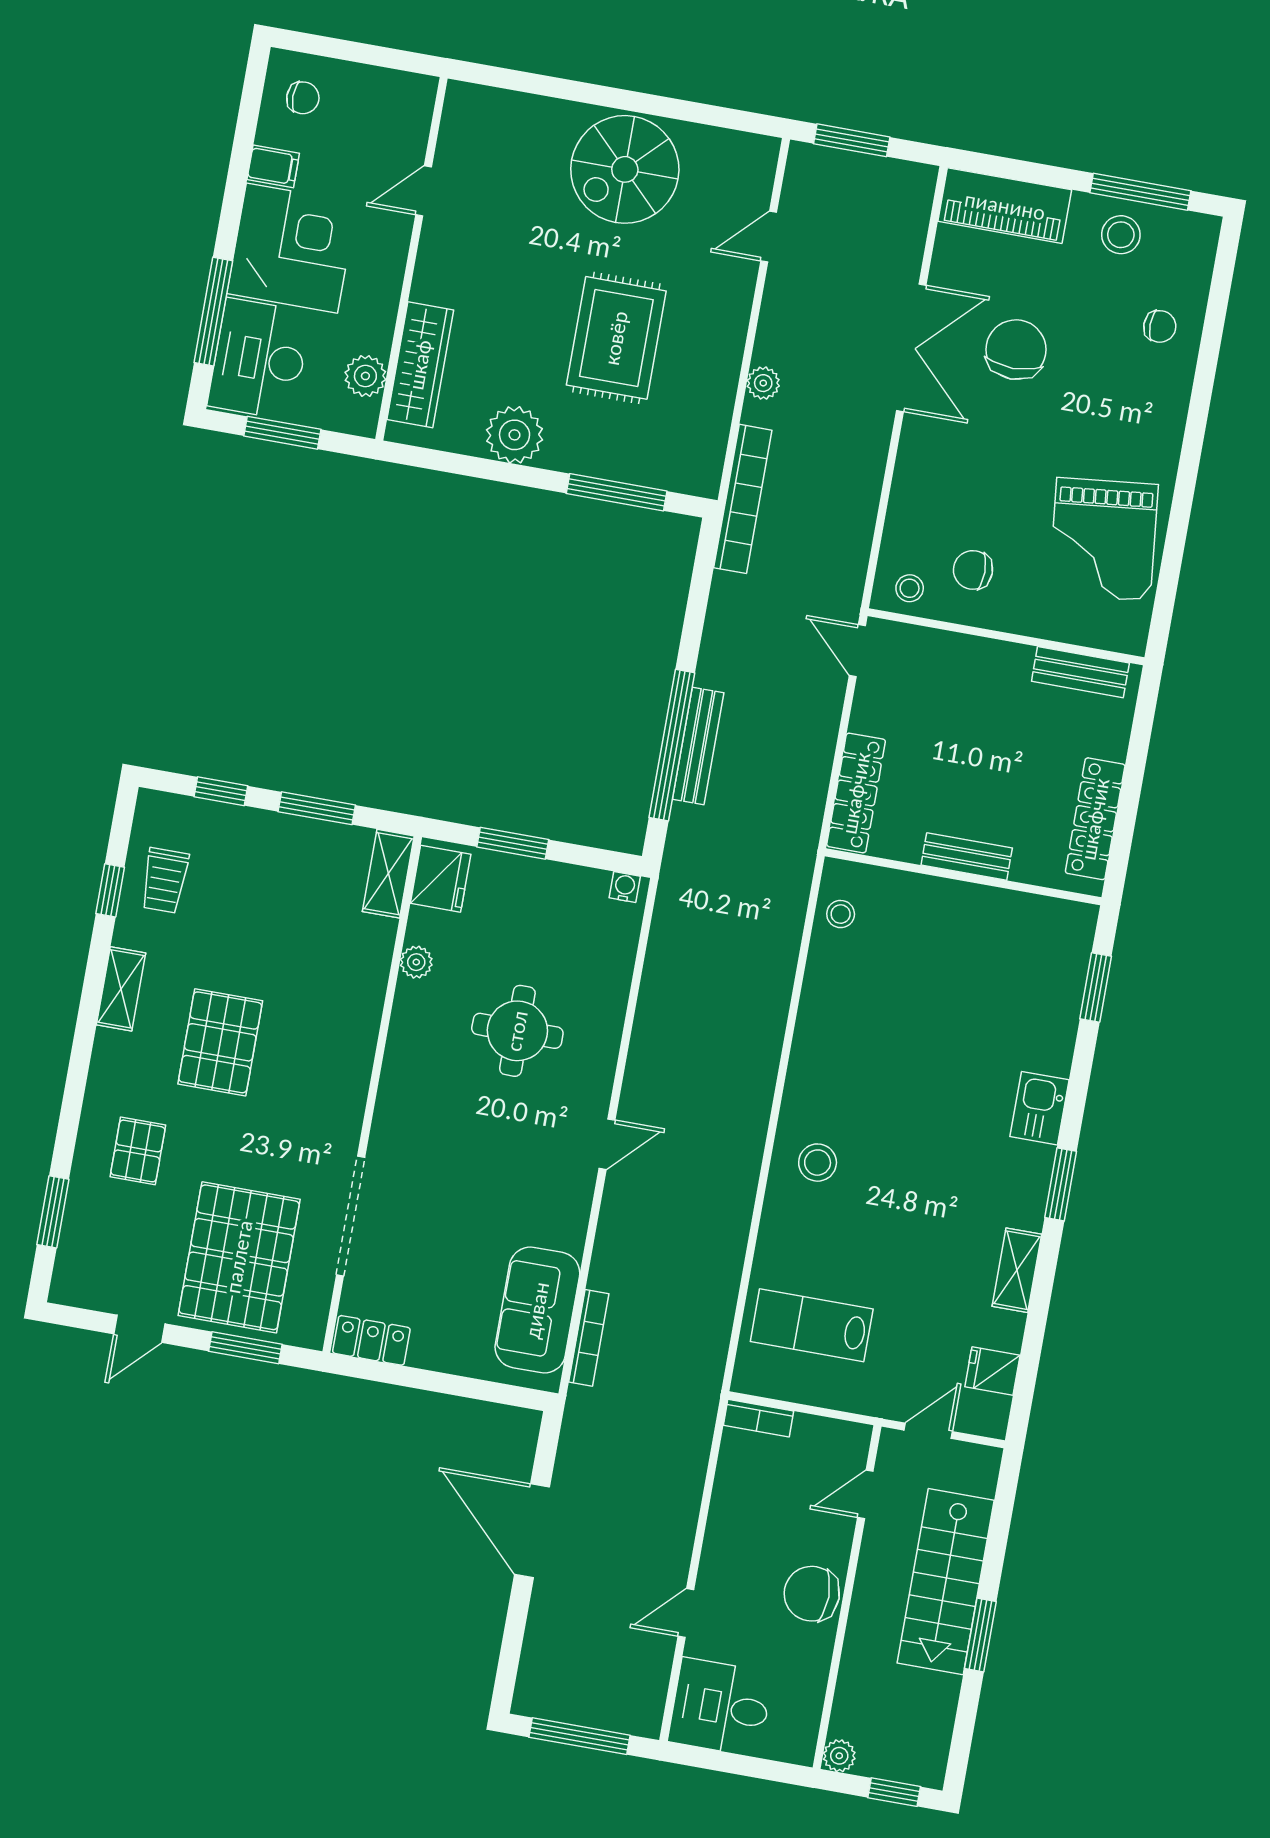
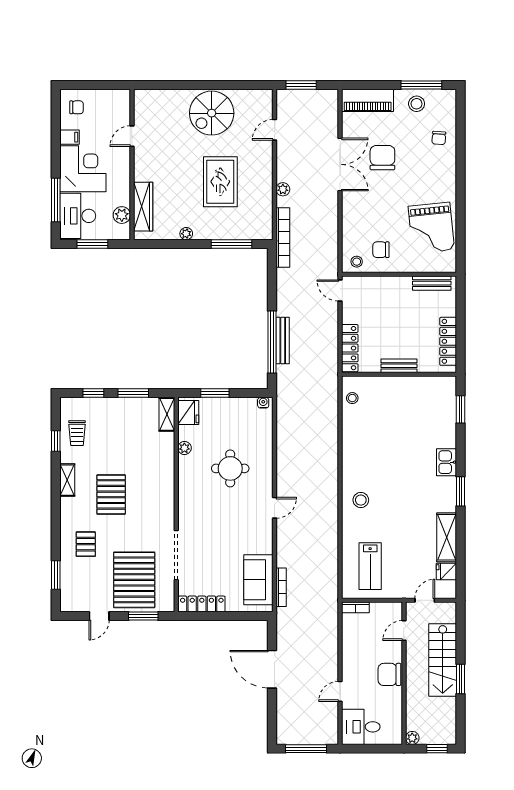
chair: (1160, 326) -> (439, 138), turned 94
plant: (515, 435) -> (186, 234), width x0.53, depth x0.53
shelving: (1017, 1270) -> (447, 537), width x1.50, depth x1.33
lab bench: (812, 1325) -> (370, 566), turned -90
locker: (371, 1340) -> (202, 604), width x1.53

